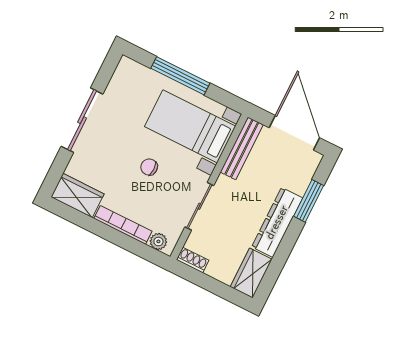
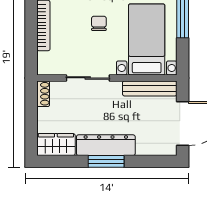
window: (309, 201) -> (106, 161), moved
plant: (158, 241) -> (44, 60), removed

